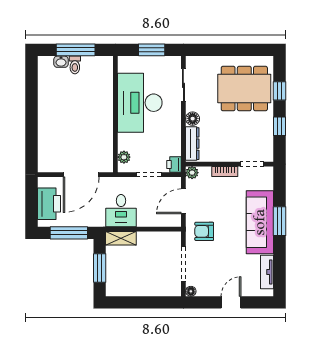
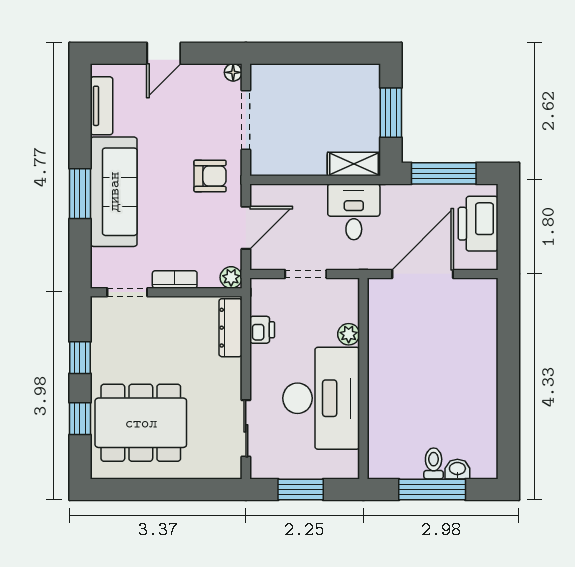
floor lamp: (193, 119) -> (230, 371), removed
plant: (124, 157) -> (349, 334), moved
printer: (174, 165) -> (262, 330), moved

